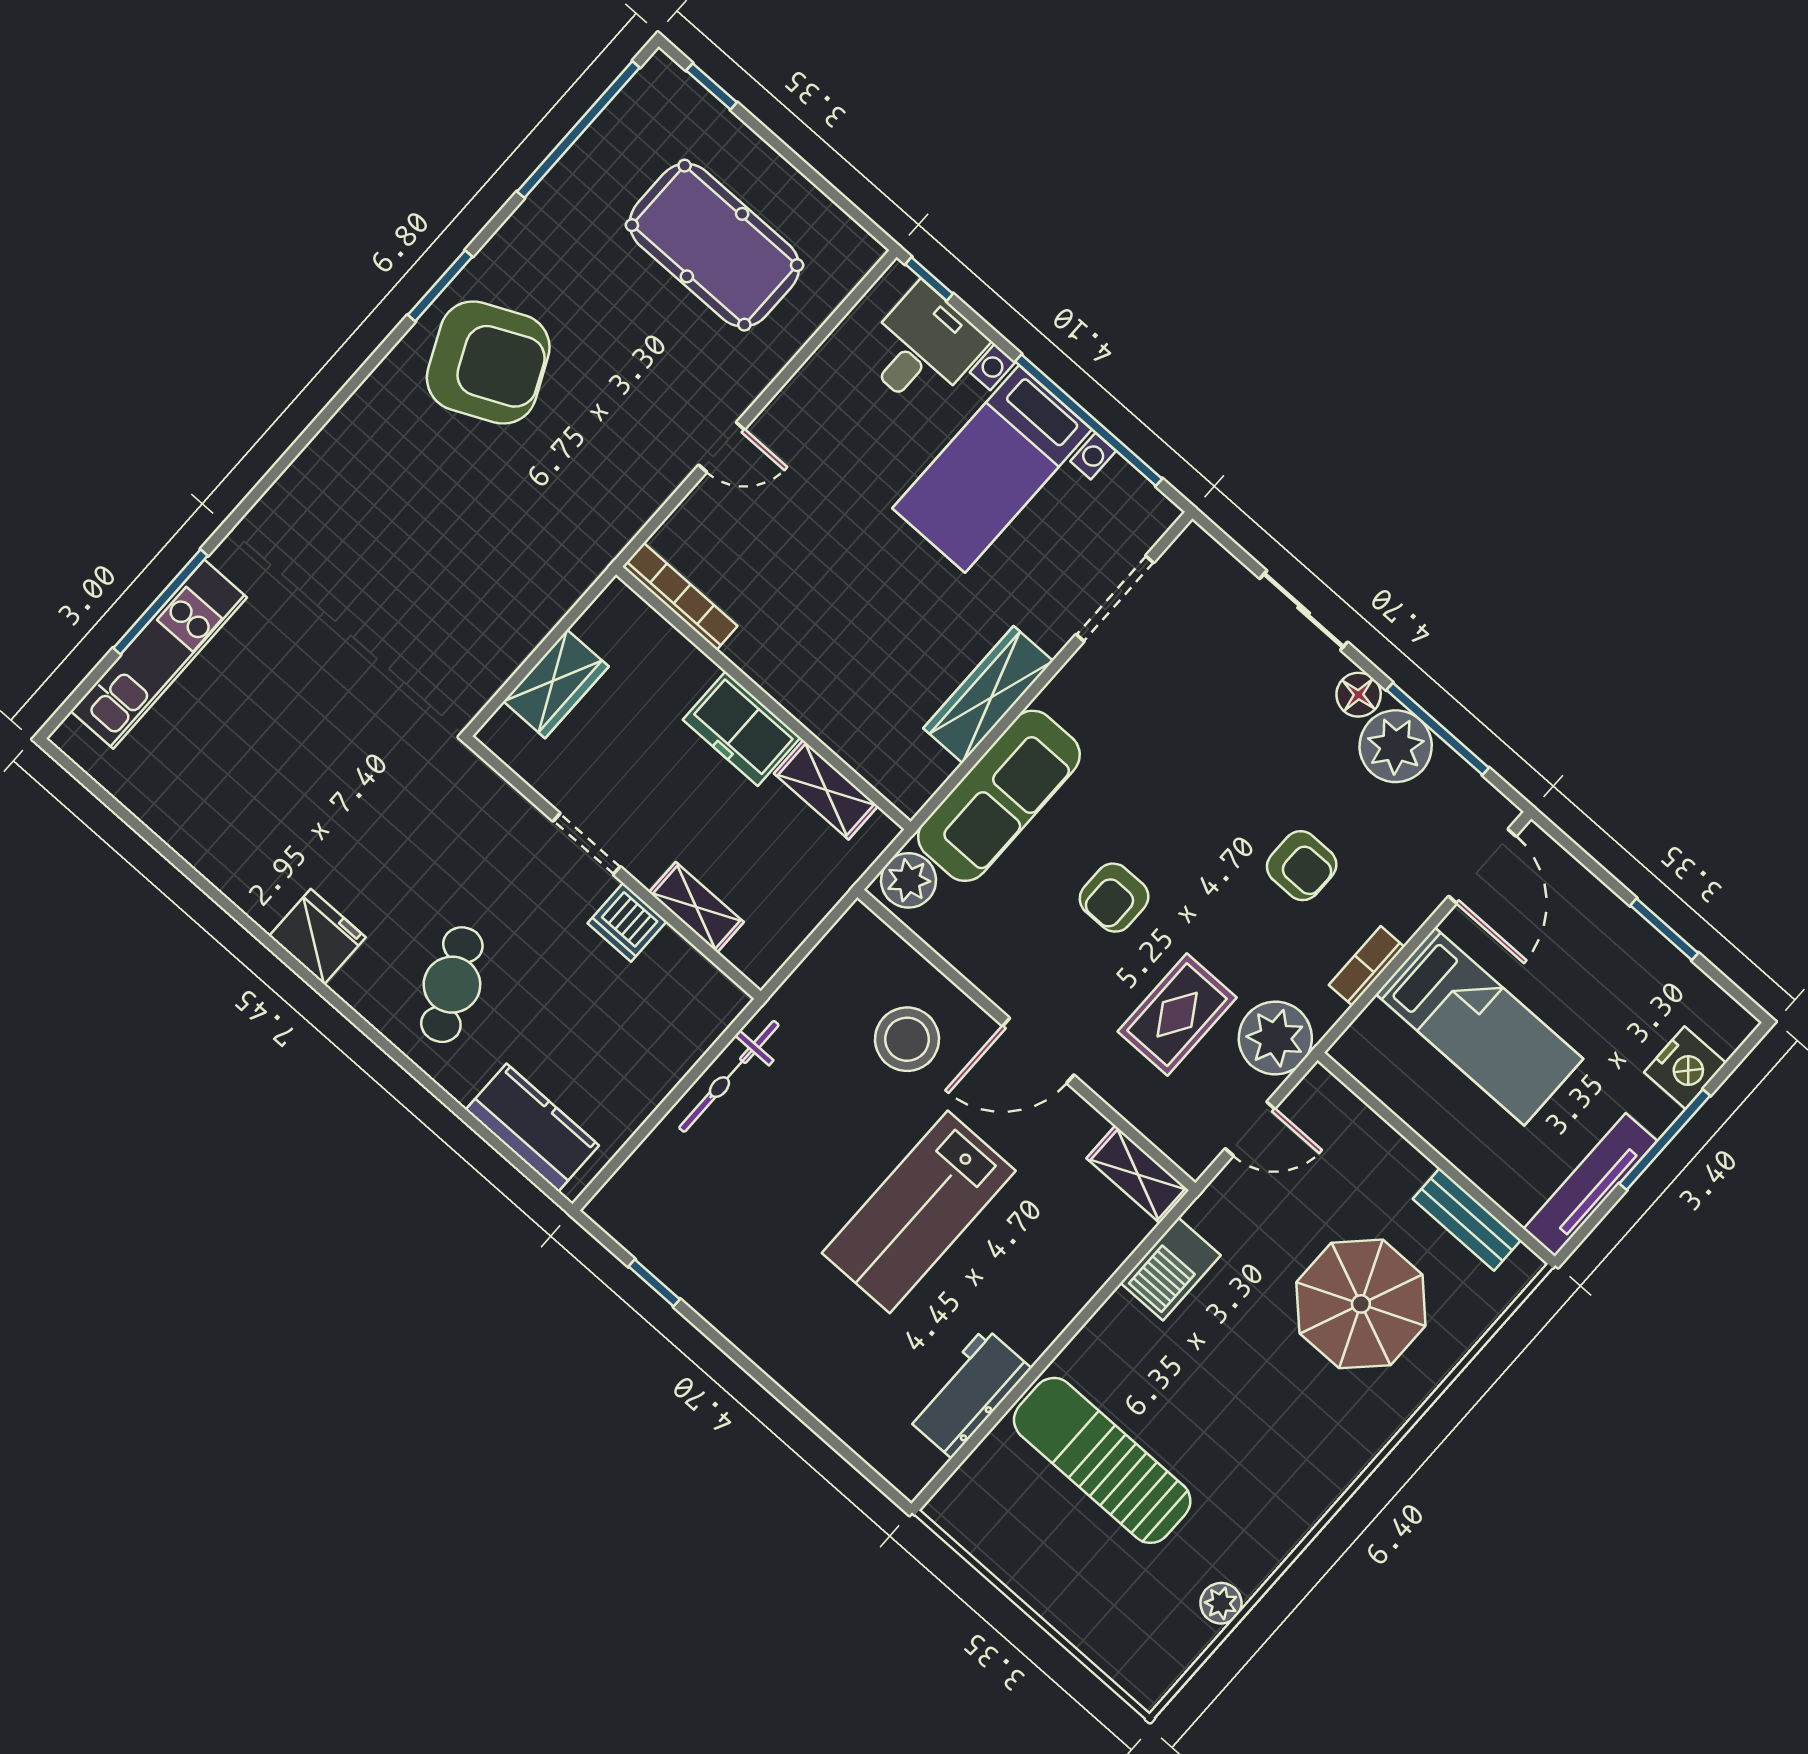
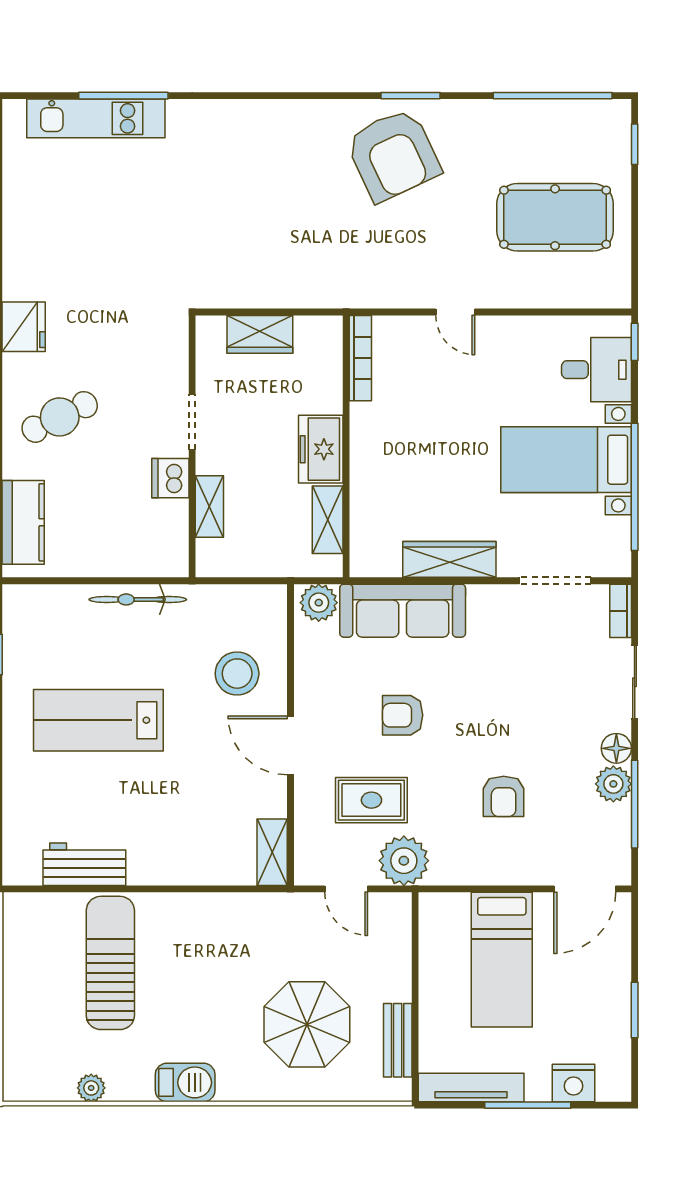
pool table: (714, 245) -> (555, 217), turned 90
plant: (1396, 746) -> (613, 784), width x0.73, depth x0.73
bookcase: (1367, 966) -> (621, 611), moved, turned -90
lab bench: (919, 1212) -> (98, 720), moved
barbecue: (1171, 1269) -> (185, 1082), moved, turned 180

